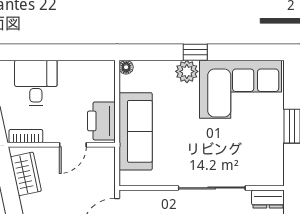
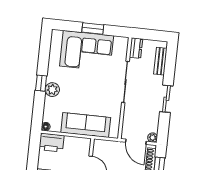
corner sofa: (241, 89) -> (87, 51), moved, turned 90
printer: (101, 121) -> (51, 143), moved

